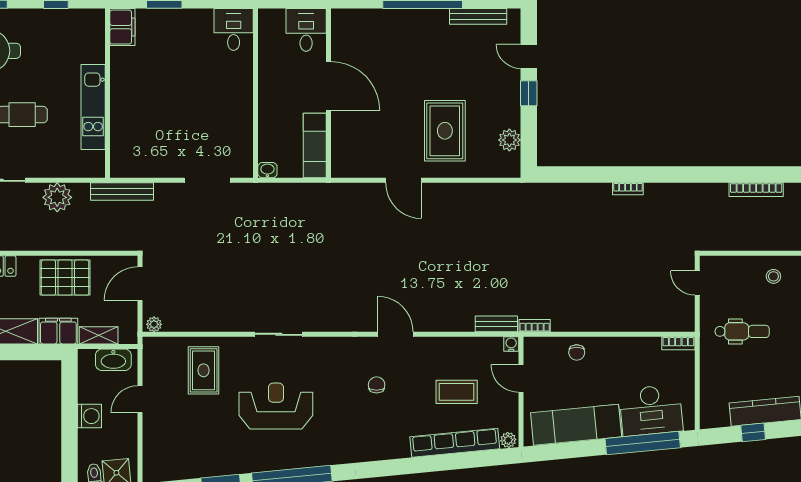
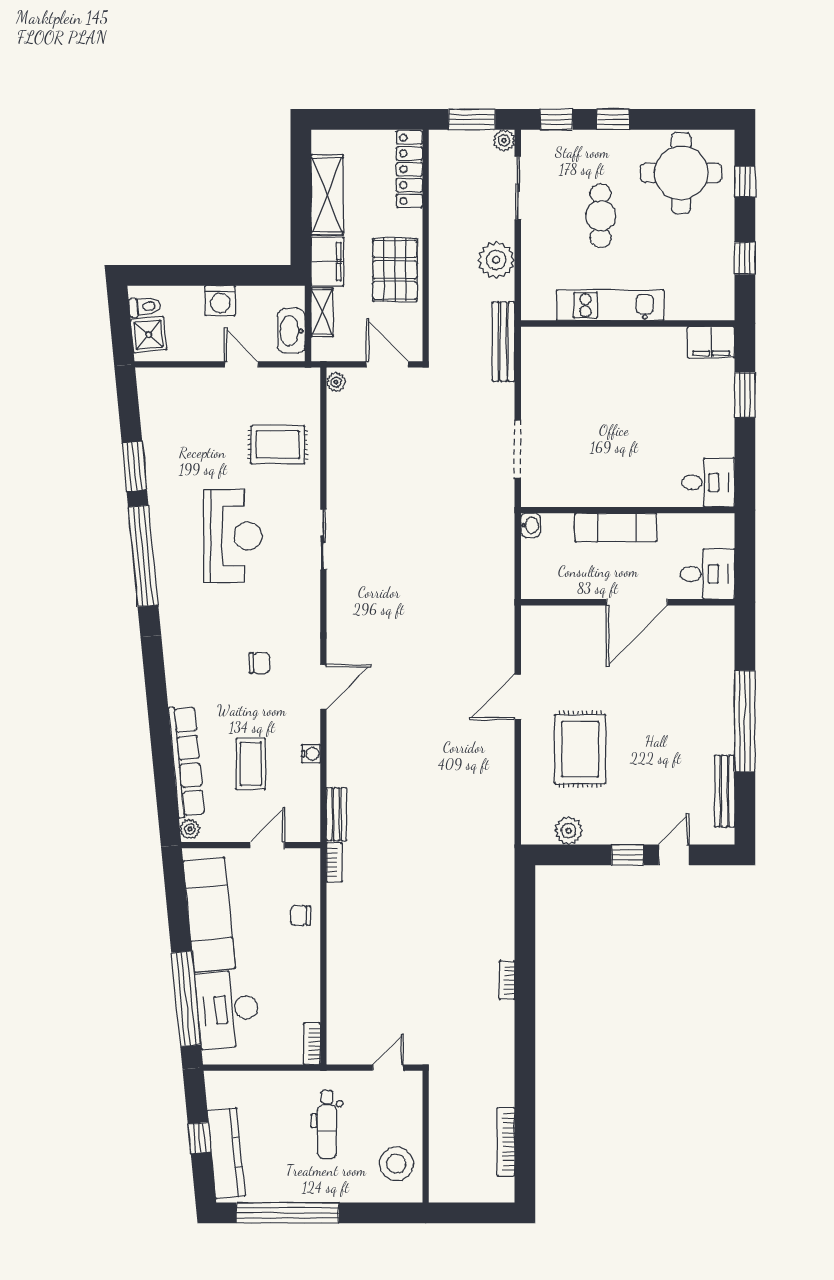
rug: (445, 131) -> (580, 749), turned 90
exam couch: (315, 146) -> (616, 527), moved, turned 180
stool: (773, 276) -> (396, 1164), width x1.89, depth x1.89
water cooler: (511, 344) -> (311, 754), moved

